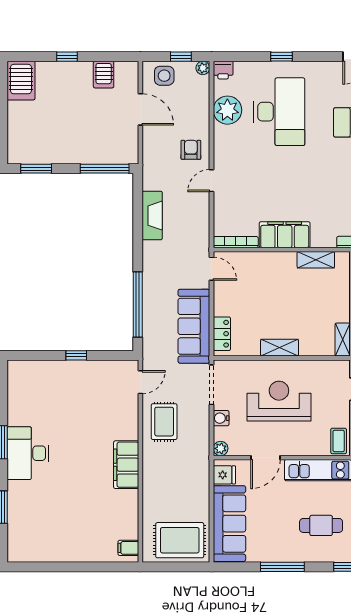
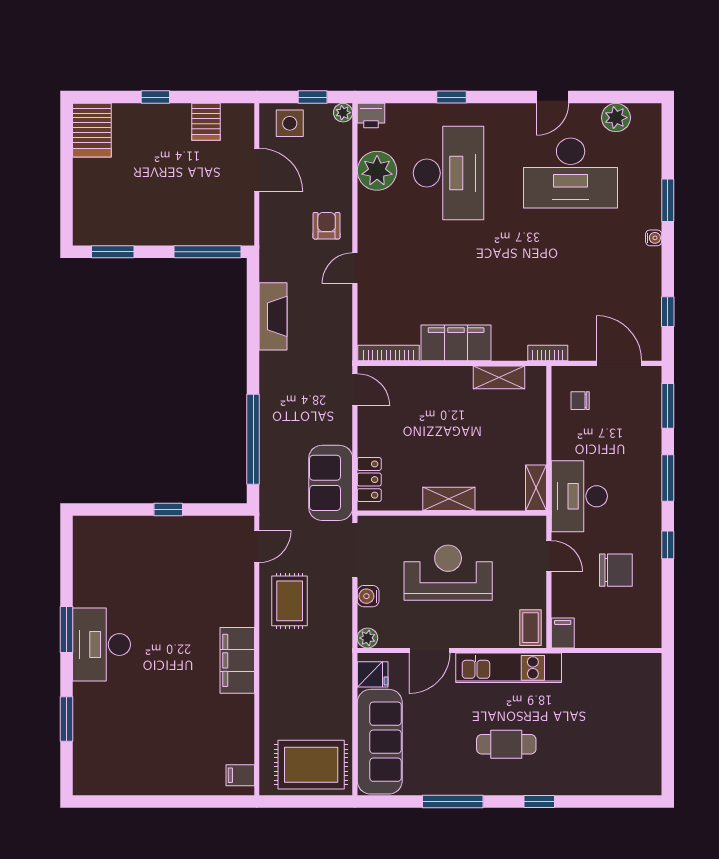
sofa: (194, 326) -> (331, 483), width x0.73

